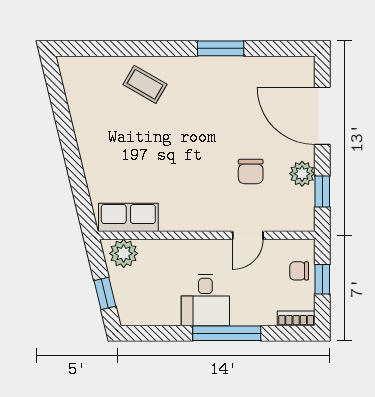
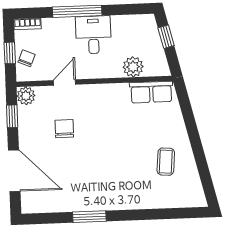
coffee table: (145, 84) -> (166, 162), moved, turned 65
plant: (302, 174) -> (26, 96), moved
plant: (124, 253) -> (133, 67), moved
chair: (299, 271) -> (27, 58), turned -67

